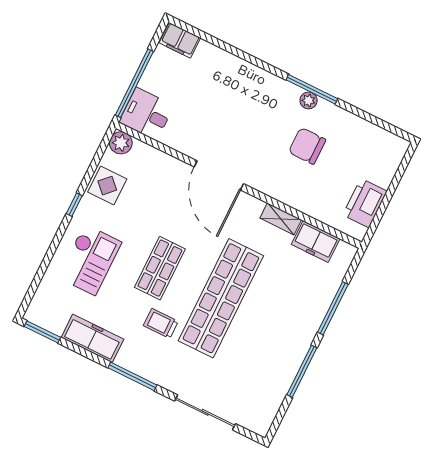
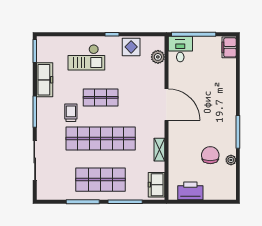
plant: (309, 100) -> (231, 160), moved
plant: (121, 143) -> (158, 57), moved
chair: (307, 146) -> (210, 155), moved
door: (219, 175) -> (166, 105), swing flipped
freezer: (316, 242) -> (157, 185), moved
shop shelf: (282, 328) -> (101, 180), added

